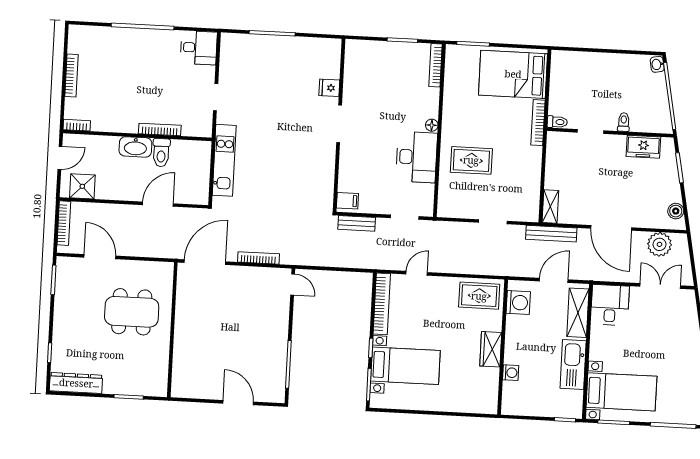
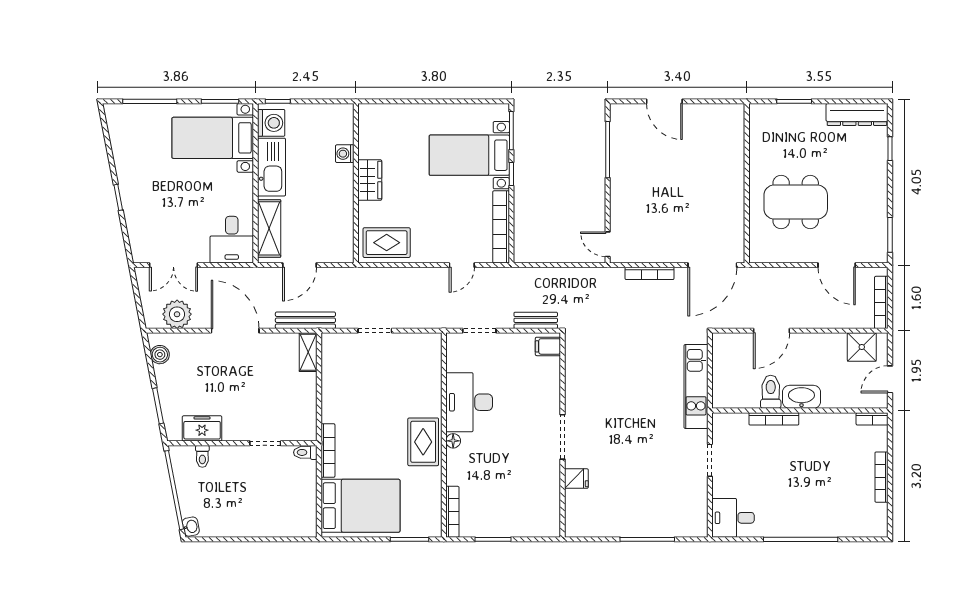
toilet: (624, 122) -> (202, 456), moved
rug: (471, 160) -> (423, 442), moved, turned 90
washing machine: (518, 303) -> (271, 123), moved, turned 180

